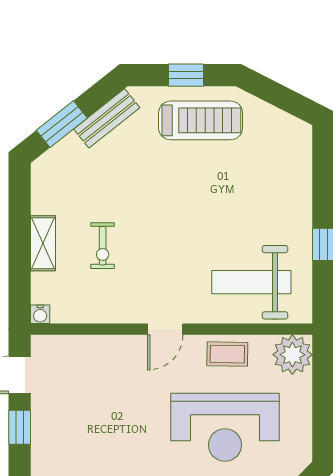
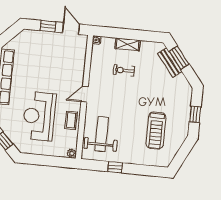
bench: (107, 118) -> (170, 62), moved
treadmill: (201, 120) -> (156, 130), moved
door: (165, 329) -> (85, 94), hinge flipped
plant: (292, 355) -> (72, 153), width x0.53, depth x0.53

